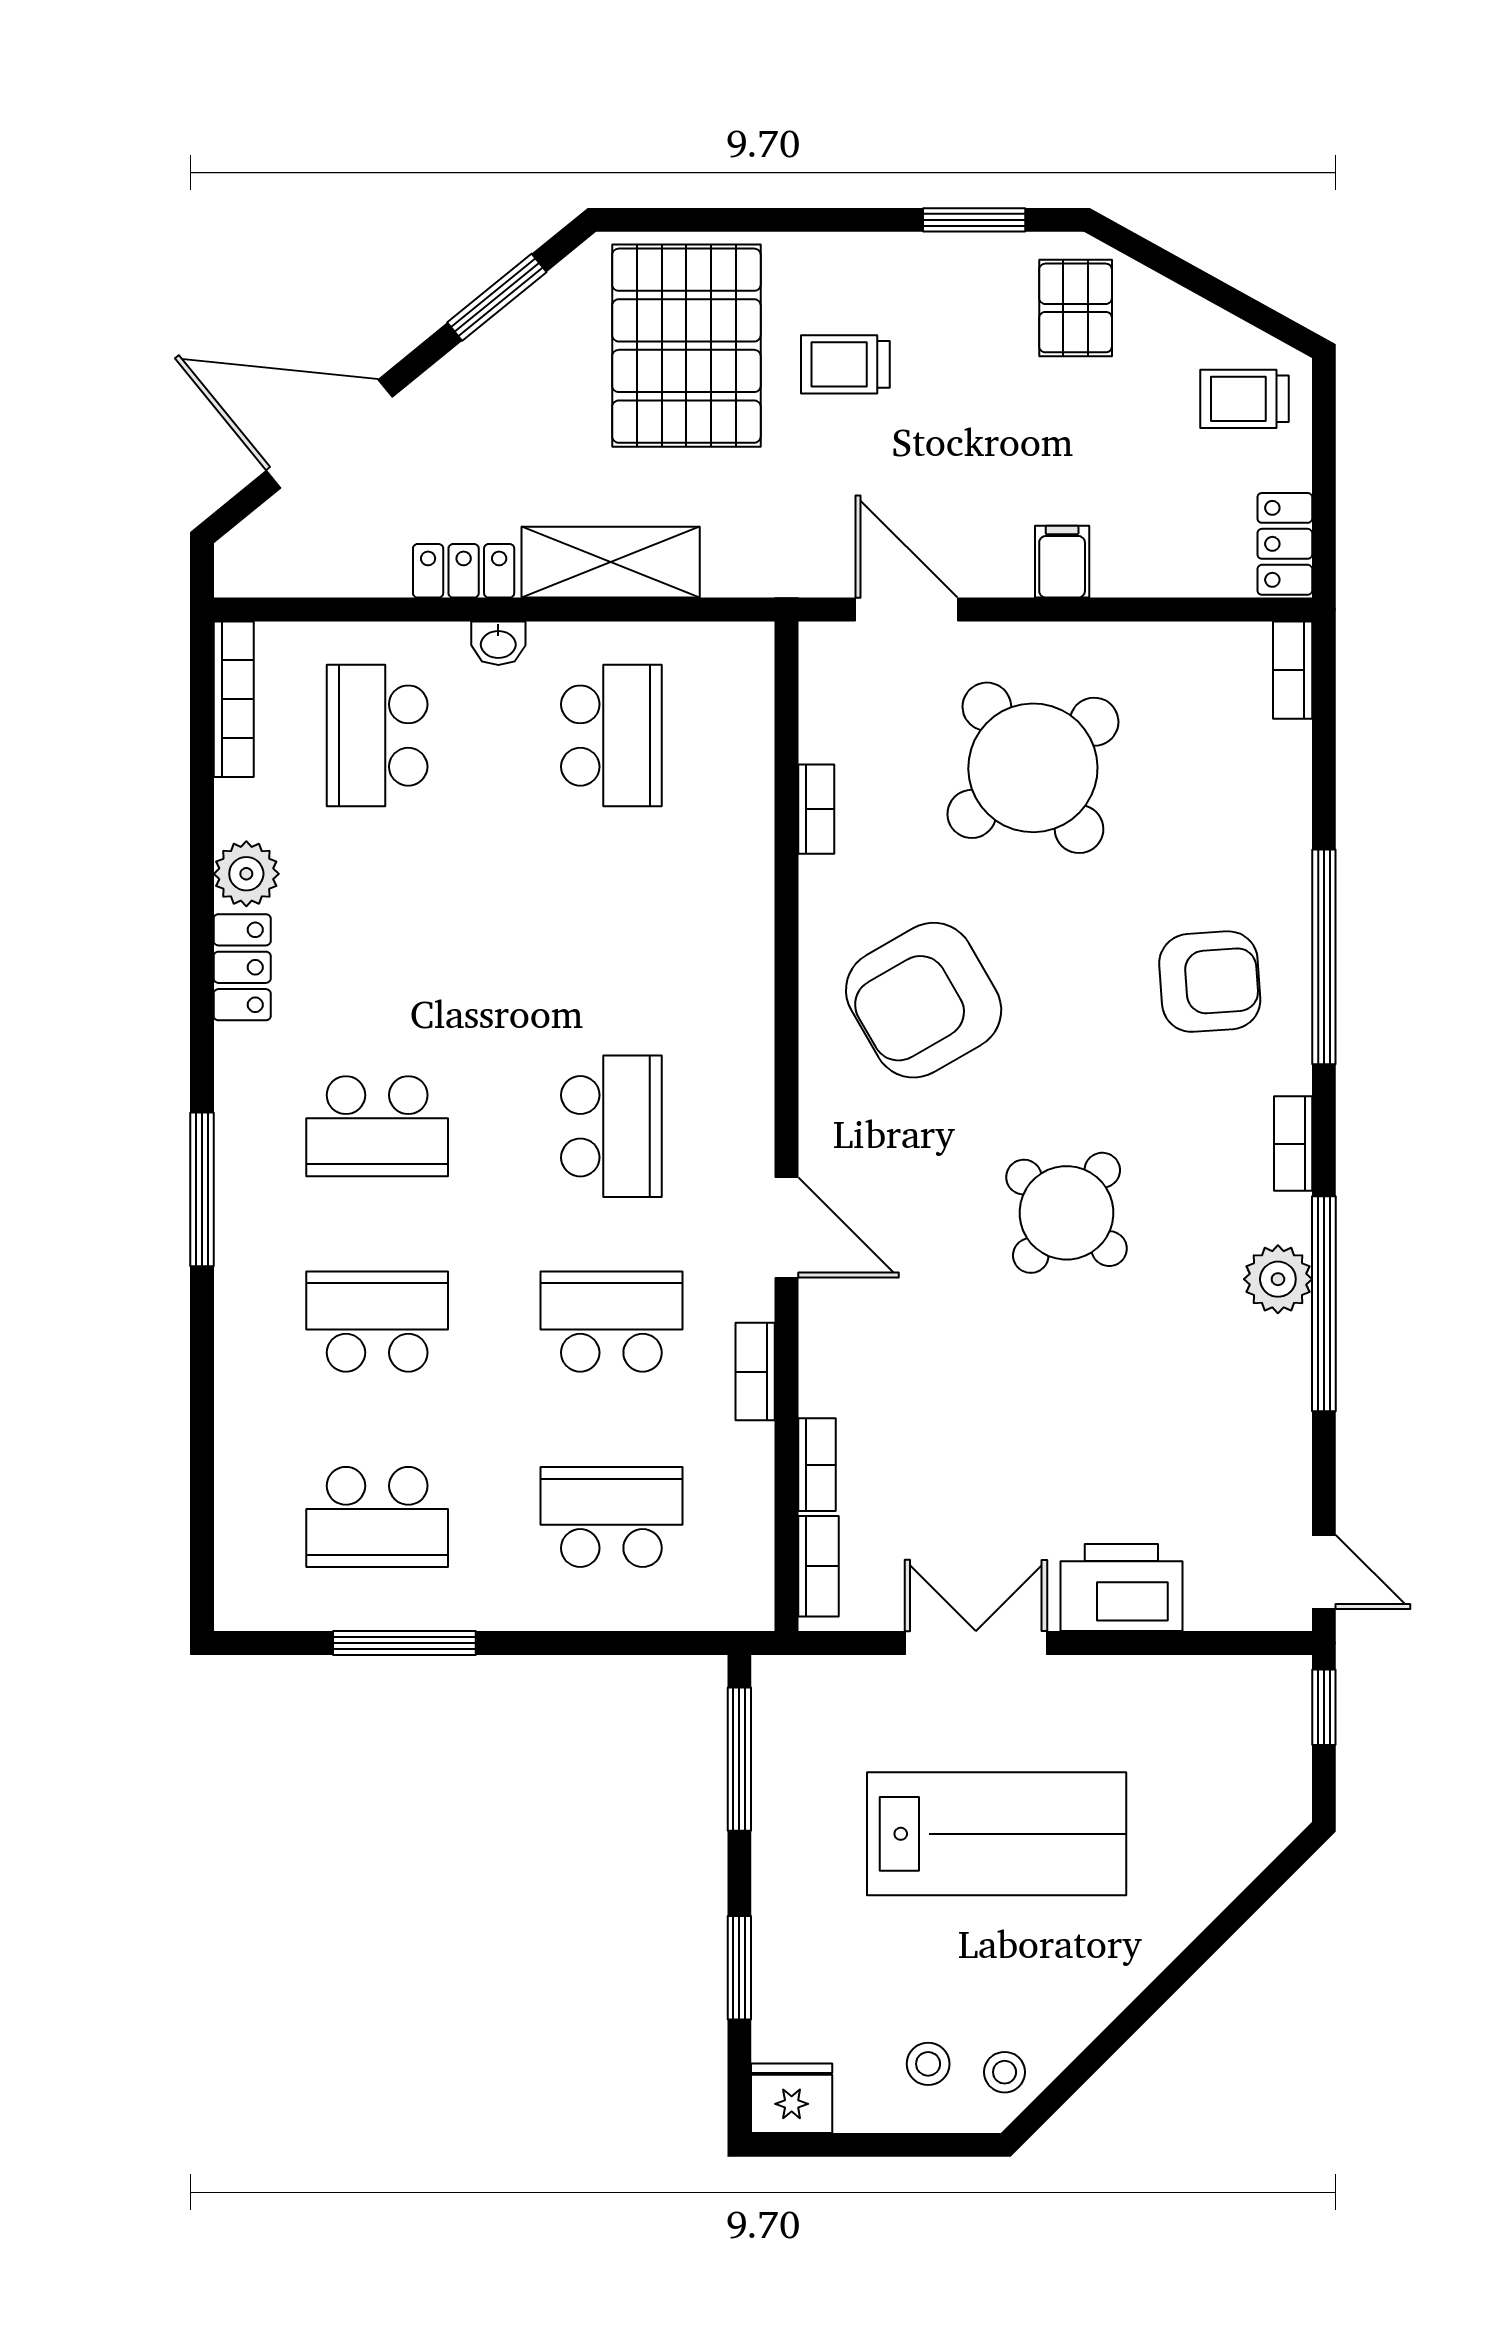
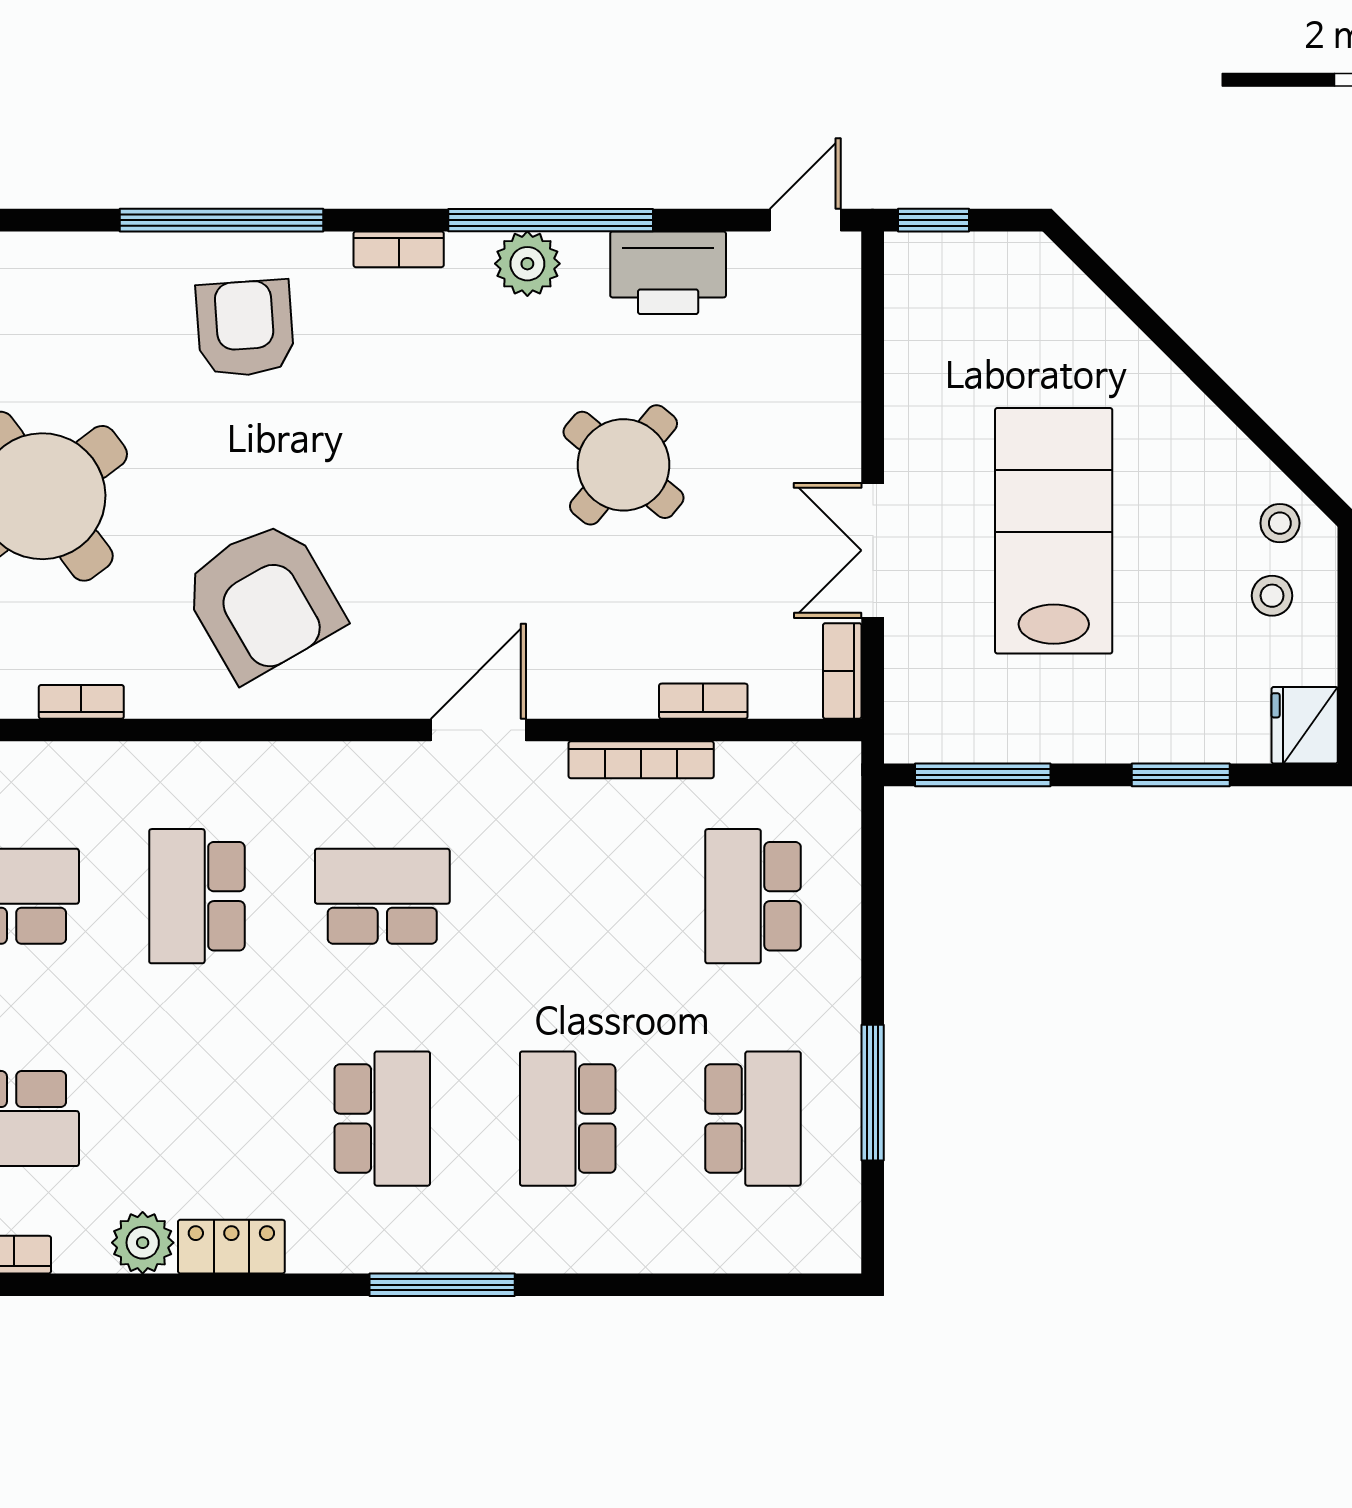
round table: (1066, 1213) -> (623, 465), moved
school desk: (611, 1322) -> (197, 896), moved
bookcase: (755, 1372) -> (641, 760), width x1.56
bookcase: (819, 1566) -> (842, 671), moved, turned -90
printer: (1121, 1587) -> (668, 273), moved, turned -90

